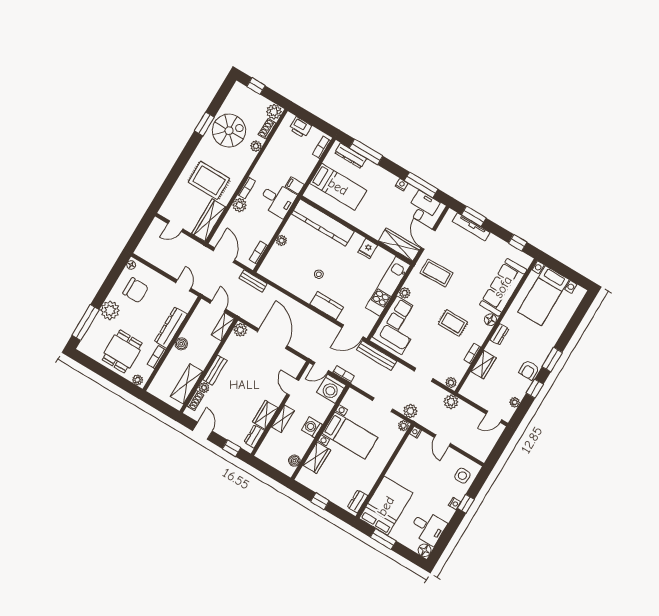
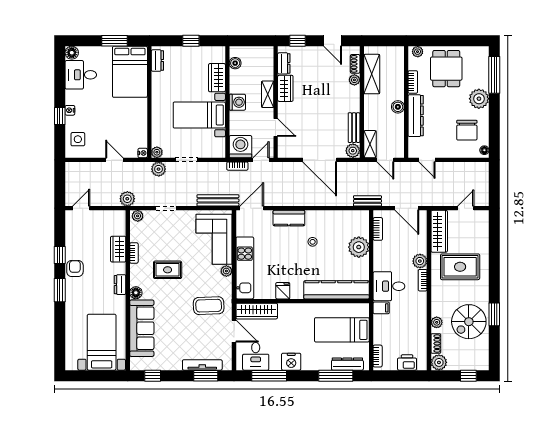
nightstand: (402, 185) -> (291, 362), width x1.89, depth x1.79
plant: (282, 241) -> (359, 247), width x1.88, depth x1.88
chair: (136, 290) -> (467, 130), turned -90
bench: (215, 370) -> (354, 128), moved
plant: (515, 402) -> (70, 232), removed

